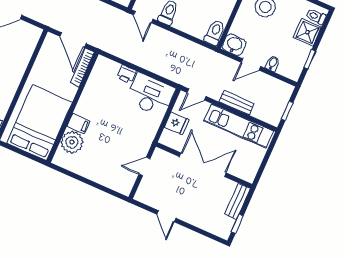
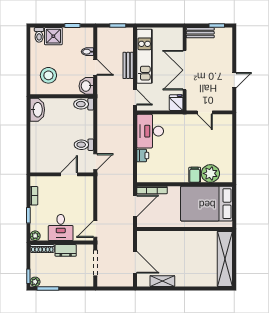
fridge: (177, 123) -> (176, 103), moved

